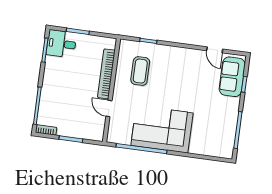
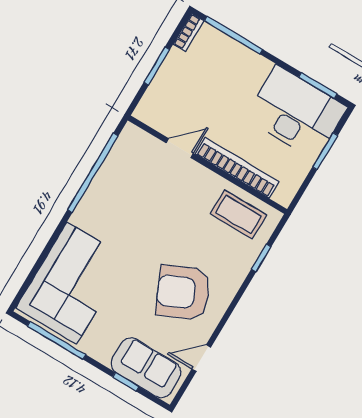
desk: (61, 44) -> (296, 112), width x1.87, depth x1.30
coffee table: (140, 71) -> (238, 214), moved
armchair: (184, 74) -> (183, 292), added
corner sofa: (162, 129) -> (72, 283), moved

